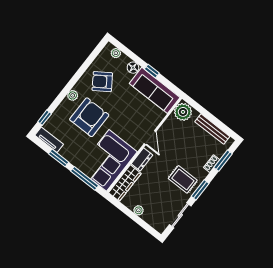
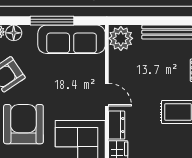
floor lamp: (133, 68) -> (14, 33), moved
window: (152, 71) -> (52, 21), width x2.17

